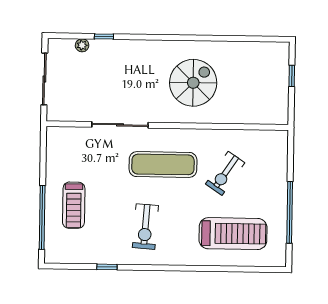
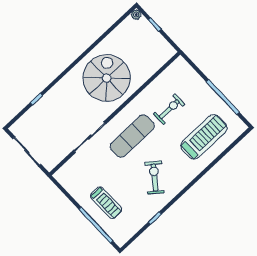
plant: (82, 45) -> (136, 15), moved
spiral stairs: (193, 83) -> (107, 78), width x1.37, depth x1.37
exercise bike: (225, 173) -> (169, 109), turned -124
exercise bike: (145, 227) -> (155, 178), turned -146

